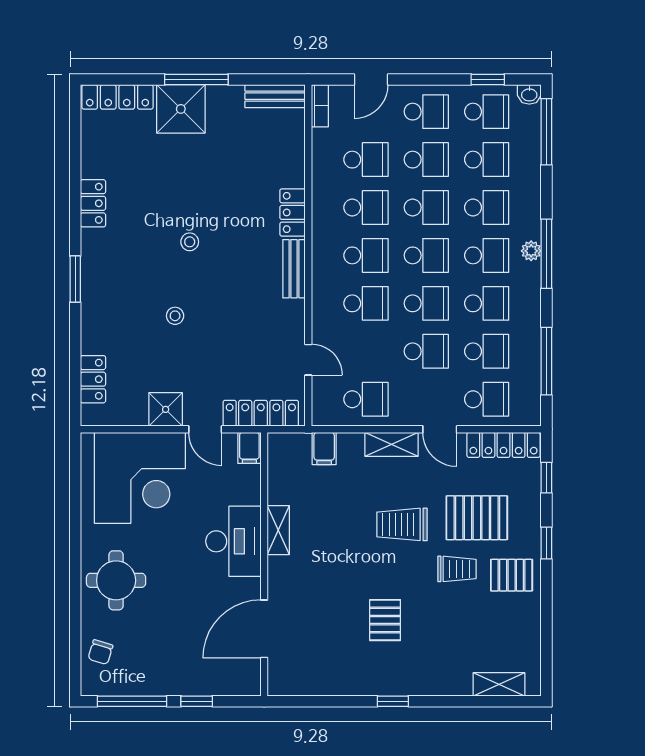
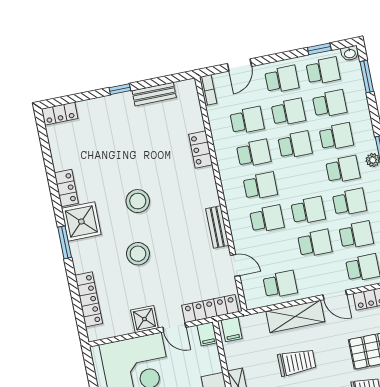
window: (196, 80) -> (120, 89), width x0.46
bench: (275, 96) -> (154, 94), moved
locker: (117, 97) -> (60, 114), width x0.66
shower: (181, 109) -> (81, 221), moved
window: (546, 132) -> (367, 76), width x0.69
locker: (292, 212) -> (201, 149), moved
stool: (190, 242) -> (138, 201), width x1.89, depth x1.89
school desk: (426, 255) -> (302, 178), removed
bench: (294, 269) -> (217, 227), moved
stool: (175, 316) -> (138, 254), width x1.89, depth x1.89
locker: (93, 379) -> (89, 299), width x1.53
shelving: (391, 444) -> (295, 316), width x1.50, depth x1.33
filing cabinet: (324, 449) -> (232, 329), moved
trolley: (402, 524) -> (297, 362), moved, turned 180

